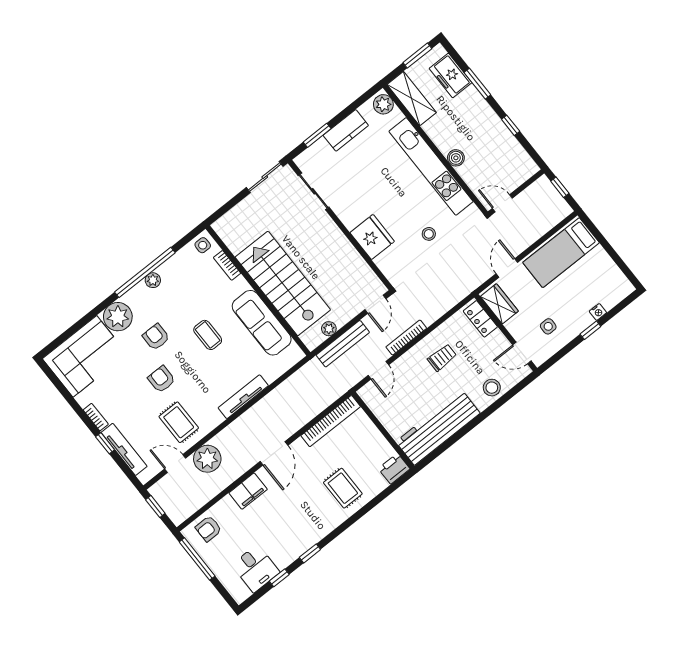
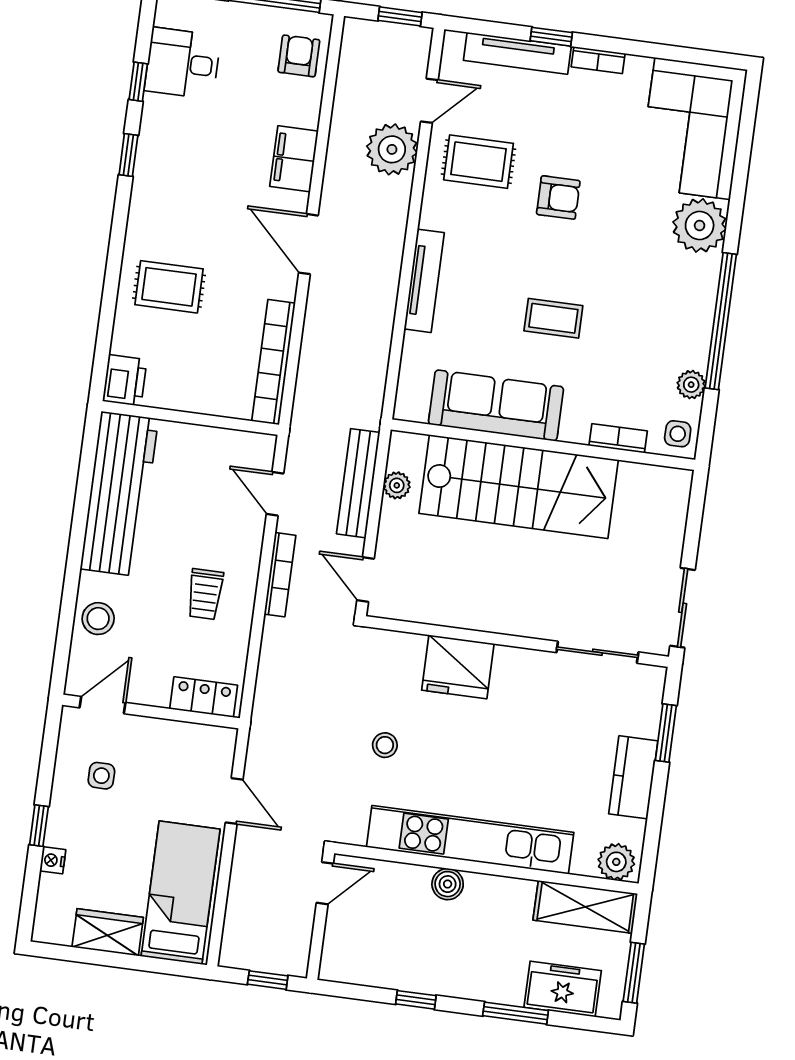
plant: (153, 280) -> (691, 385), moved
wardrobe: (499, 304) -> (108, 932), moved, turned 180
armchair: (156, 337) -> (621, 248), removed

